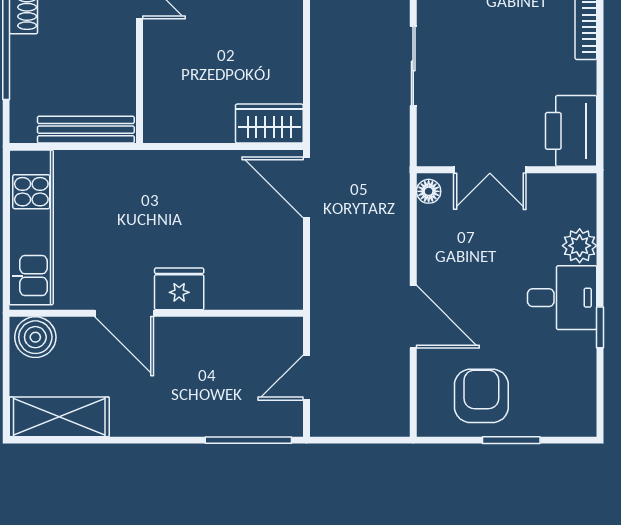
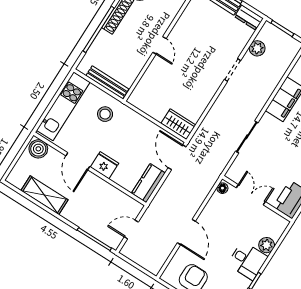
double door: (490, 170) -> (251, 195), swing flipped
stool: (119, 192) -> (105, 114), added
kitchen counter: (283, 270) -> (148, 183), added
shelving: (59, 417) -> (45, 195), moved

